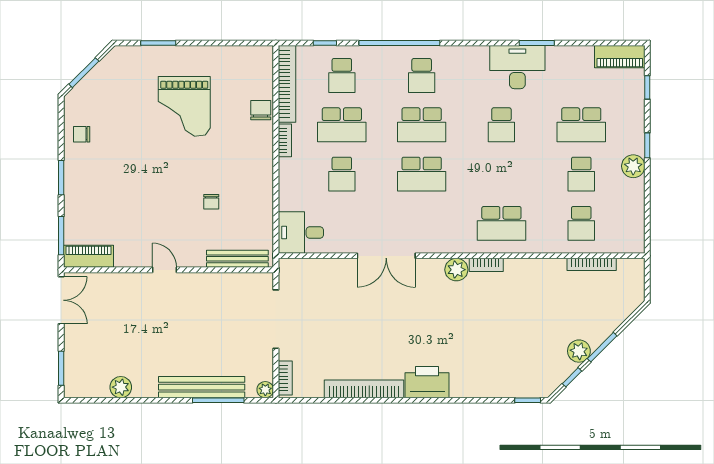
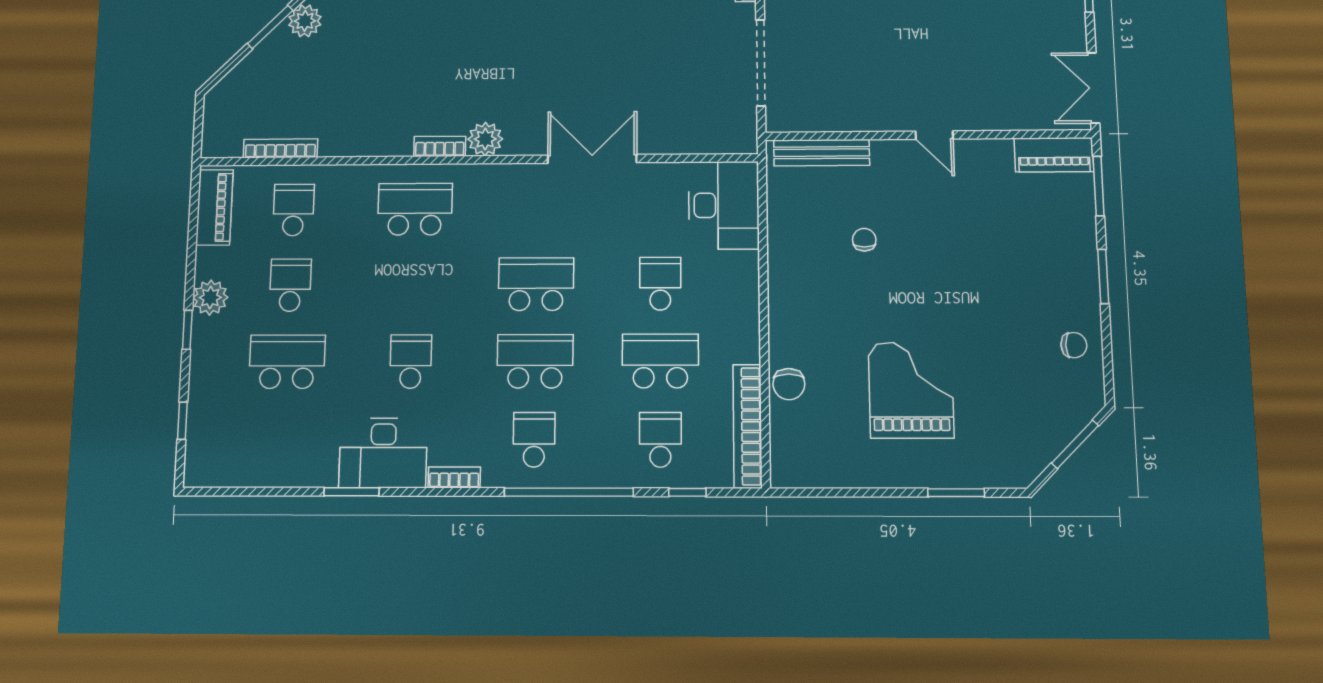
piano: (620, 57) -> (214, 207), moved, turned 90
bookcase: (285, 140) -> (454, 477), moved, turned 90
desk: (301, 232) -> (724, 205), width x1.37

